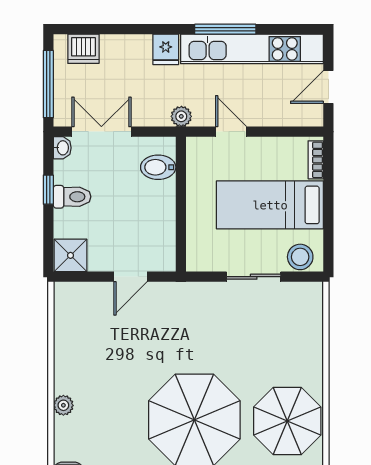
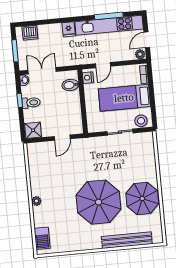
window: (225, 29) -> (109, 16), moved
window: (48, 84) -> (15, 51), width x0.69
plant: (181, 116) -> (140, 54), moved
door: (231, 132) -> (103, 65), swing flipped
nightstand: (197, 155) -> (88, 78), added

